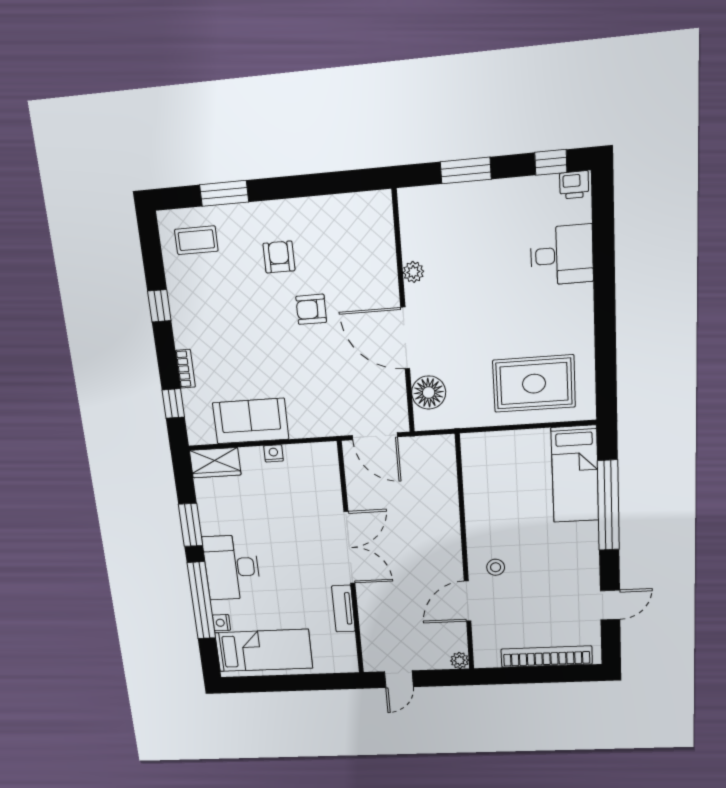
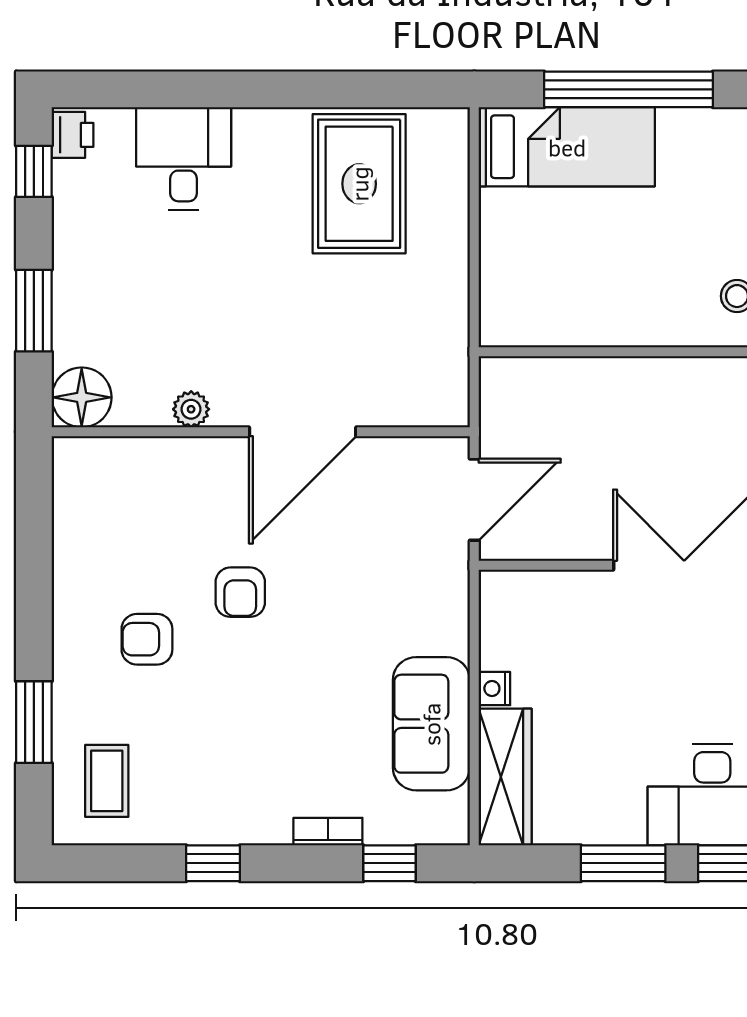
rug: (534, 384) -> (359, 184), moved
floor lamp: (429, 393) -> (82, 397), moved
wardrobe: (215, 463) -> (505, 777), width x1.50

